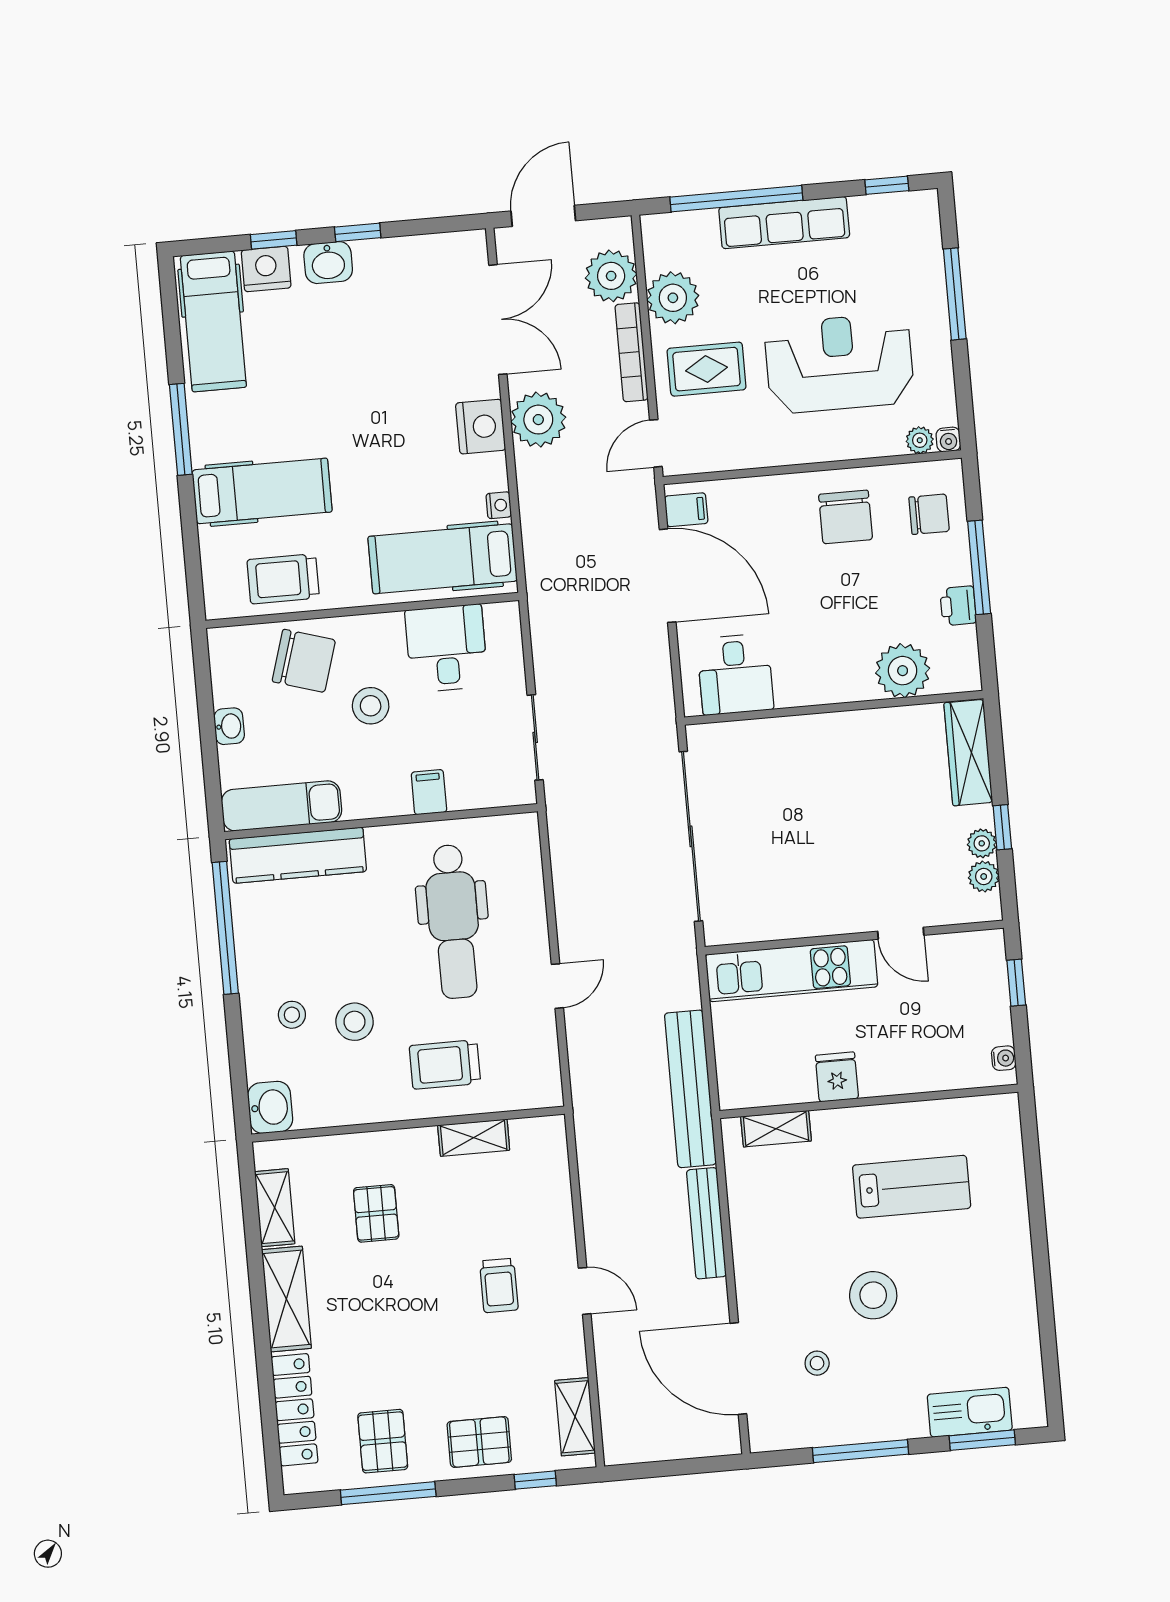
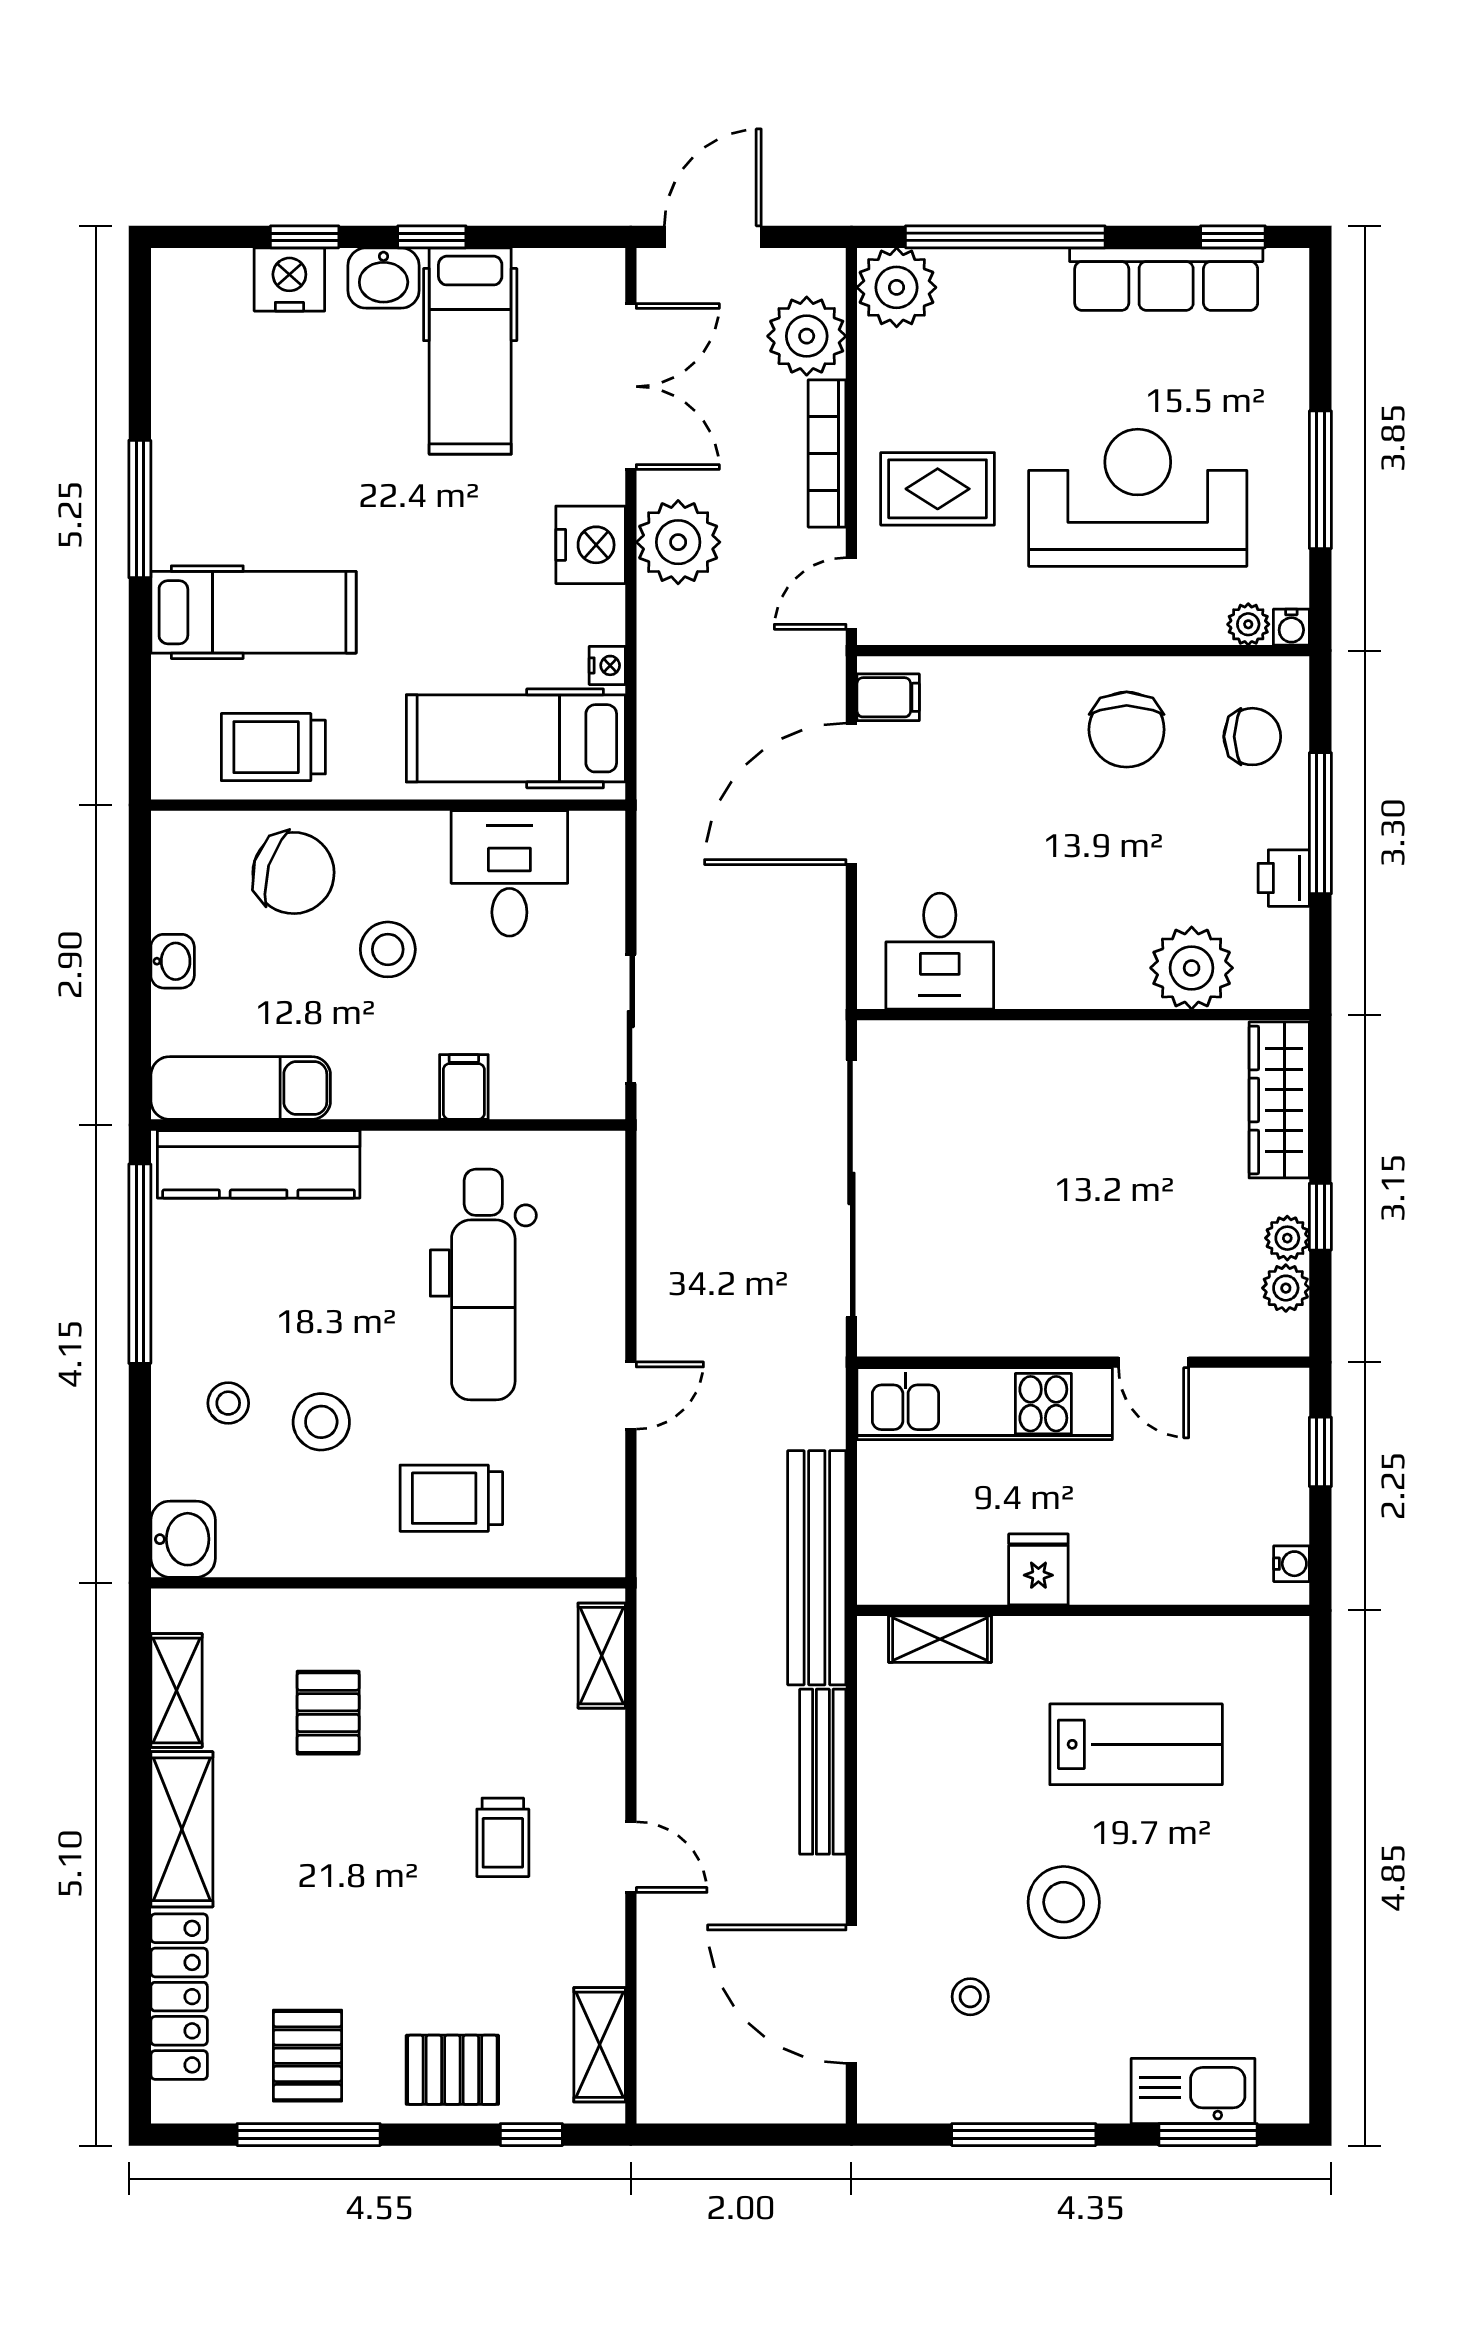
row of seats: (784, 223) -> (1166, 279), moved
window: (955, 294) -> (1320, 480), moved
plant: (673, 298) -> (897, 287), moved
hospital bed: (213, 321) -> (470, 351), moved
door: (668, 576) -> (851, 794), swing flipped
shelving: (474, 1138) -> (602, 1656), moved, turned 90

